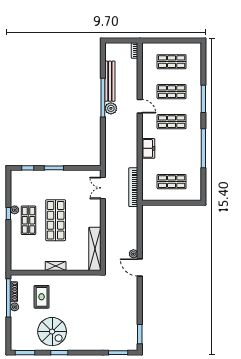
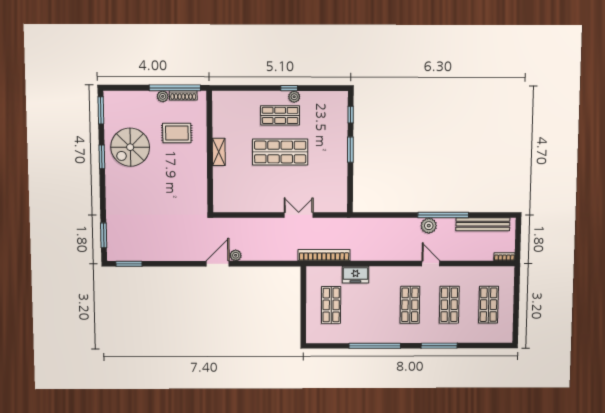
bench: (110, 81) -> (483, 224), moved
door: (140, 106) -> (431, 263), swing flipped
freezer: (148, 148) -> (355, 275), moved
double door: (103, 188) -> (299, 215), moved
shelving: (95, 249) -> (242, 204), removed

